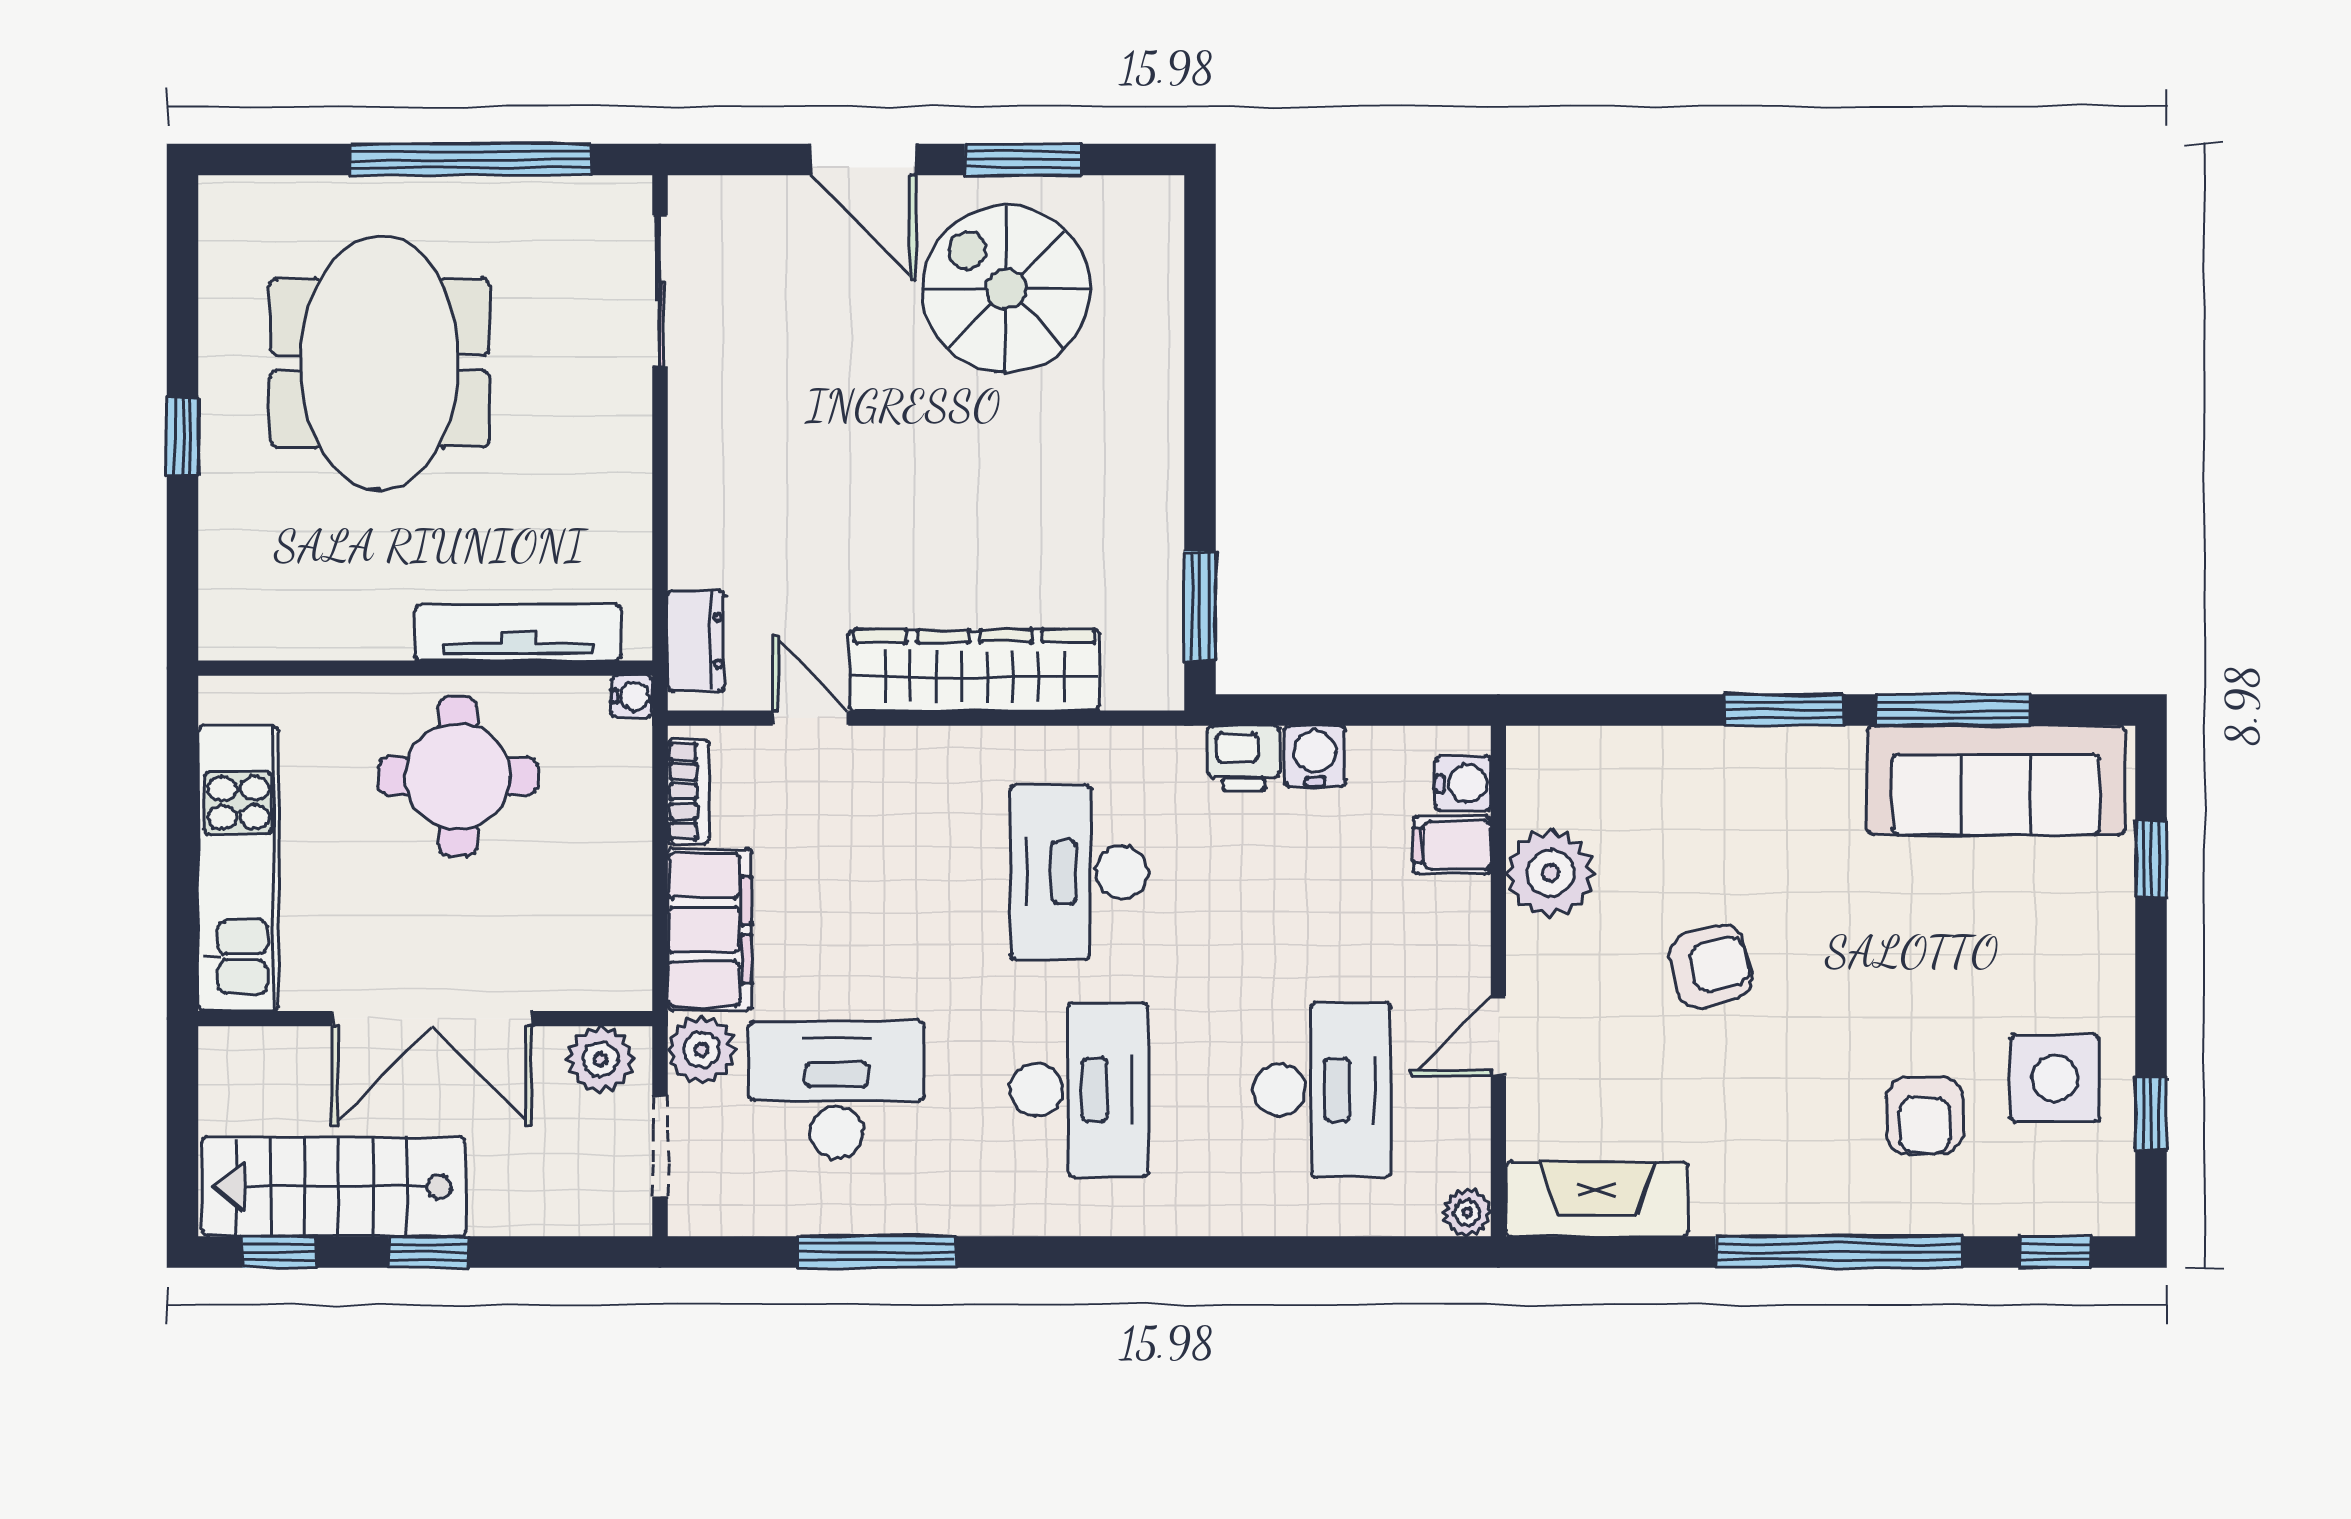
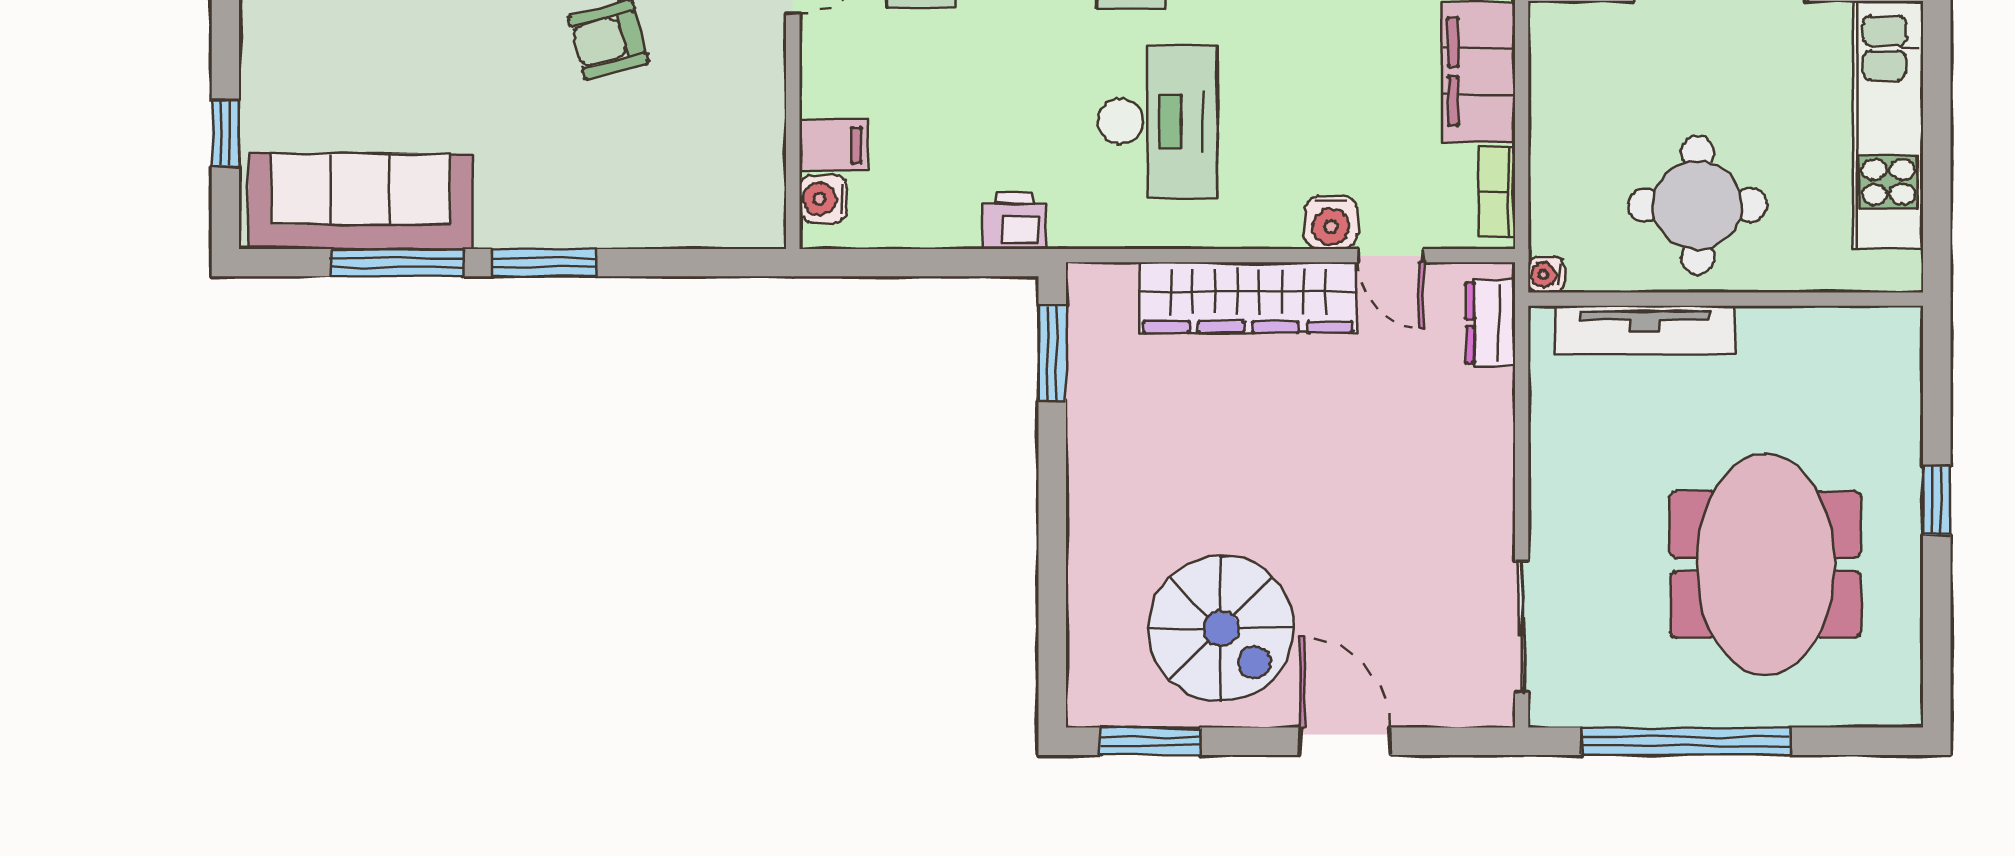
window: (1023, 159) -> (1150, 741), moved
water cooler: (1315, 756) -> (1331, 222), moved
plant: (1550, 873) -> (748, 121), removed

